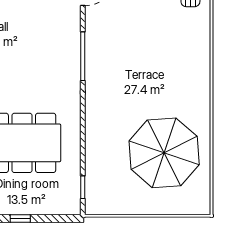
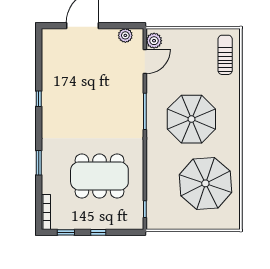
parasol: (145, 66) -> (191, 119), added

